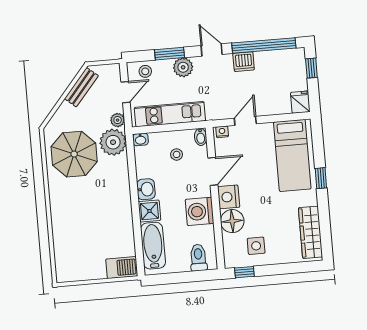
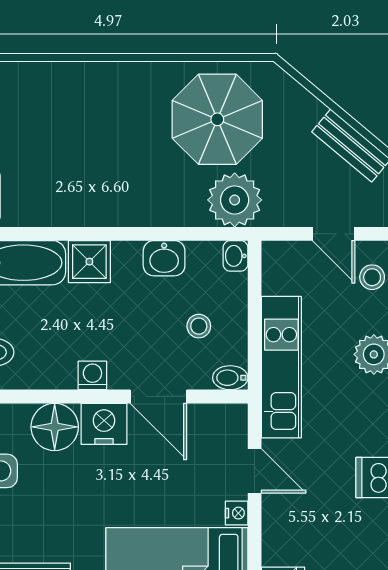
kitchen unit: (170, 114) -> (281, 367), moved
plant: (118, 120) -> (279, 213), removed
nightstand: (222, 132) -> (237, 513), moved
washbasin: (146, 189) -> (164, 258), moved
washing machine: (200, 211) -> (92, 375), width x0.53, depth x0.53

